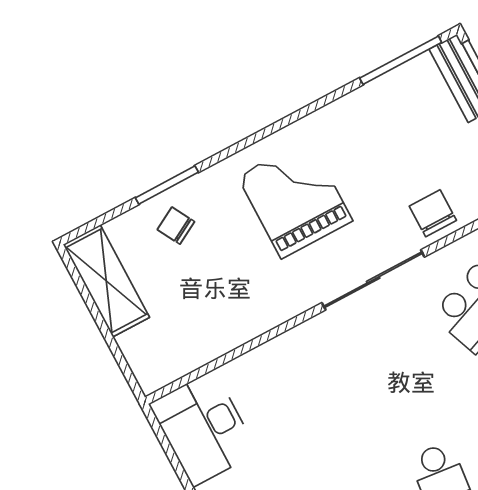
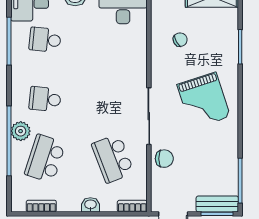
grand piano: (295, 199) -> (204, 101), turned 72
chair: (176, 226) -> (180, 40), moved

